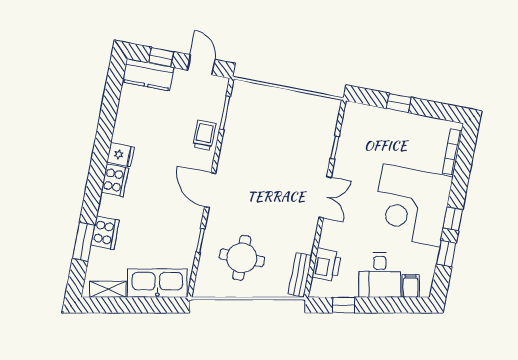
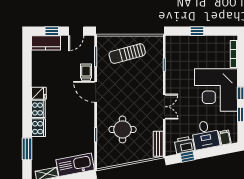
door: (201, 65) -> (76, 31), swing flipped
sun lounger: (278, 118) -> (127, 54), added
door: (210, 190) -> (96, 92), moved
double door: (325, 197) -> (164, 107), moved
cooker: (105, 233) -> (39, 128), moved
round table: (242, 258) -> (123, 129), moved
printer: (327, 265) -> (184, 145), moved, turned -101

